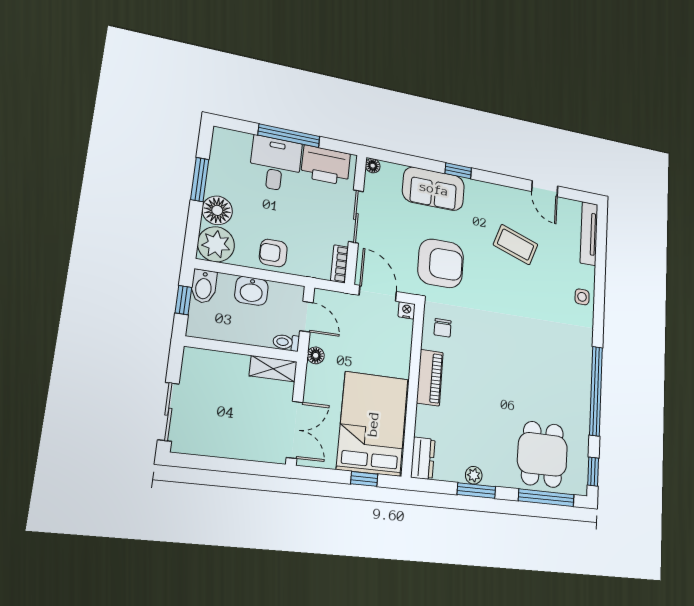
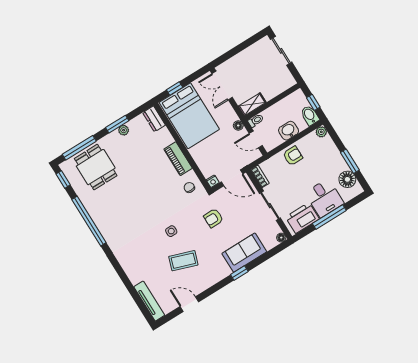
floor lamp: (217, 210) -> (347, 179), moved
plant: (216, 244) -> (321, 132), width x0.53, depth x0.53
armchair: (441, 263) -> (213, 218), width x0.53, depth x0.53
side table: (582, 297) -> (171, 231), moved

